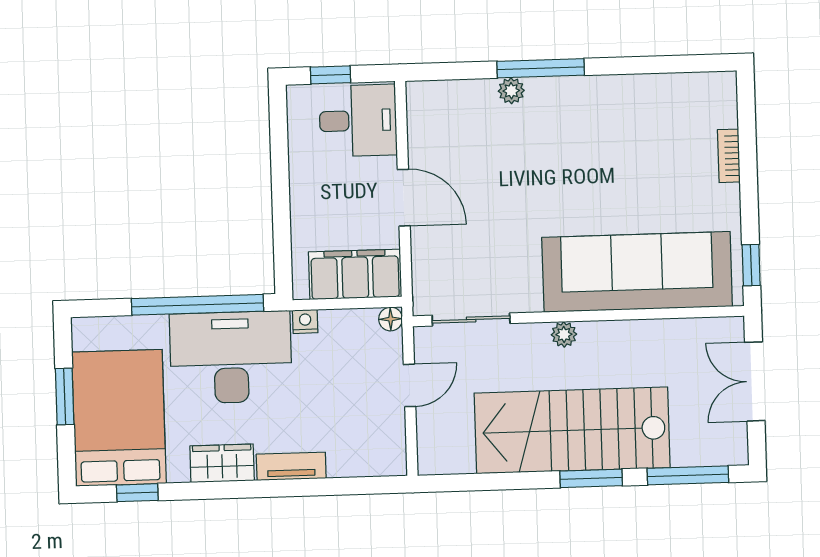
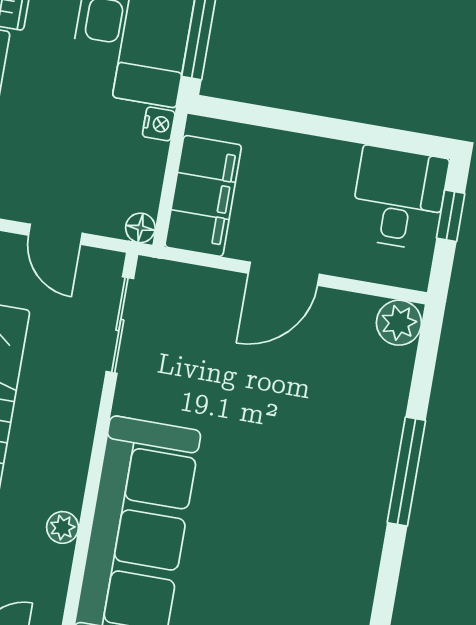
plant: (511, 91) -> (399, 323), moved, width x1.38, depth x1.38
desk: (358, 121) -> (399, 198), moved, turned 180
plant: (564, 334) -> (63, 527), moved

